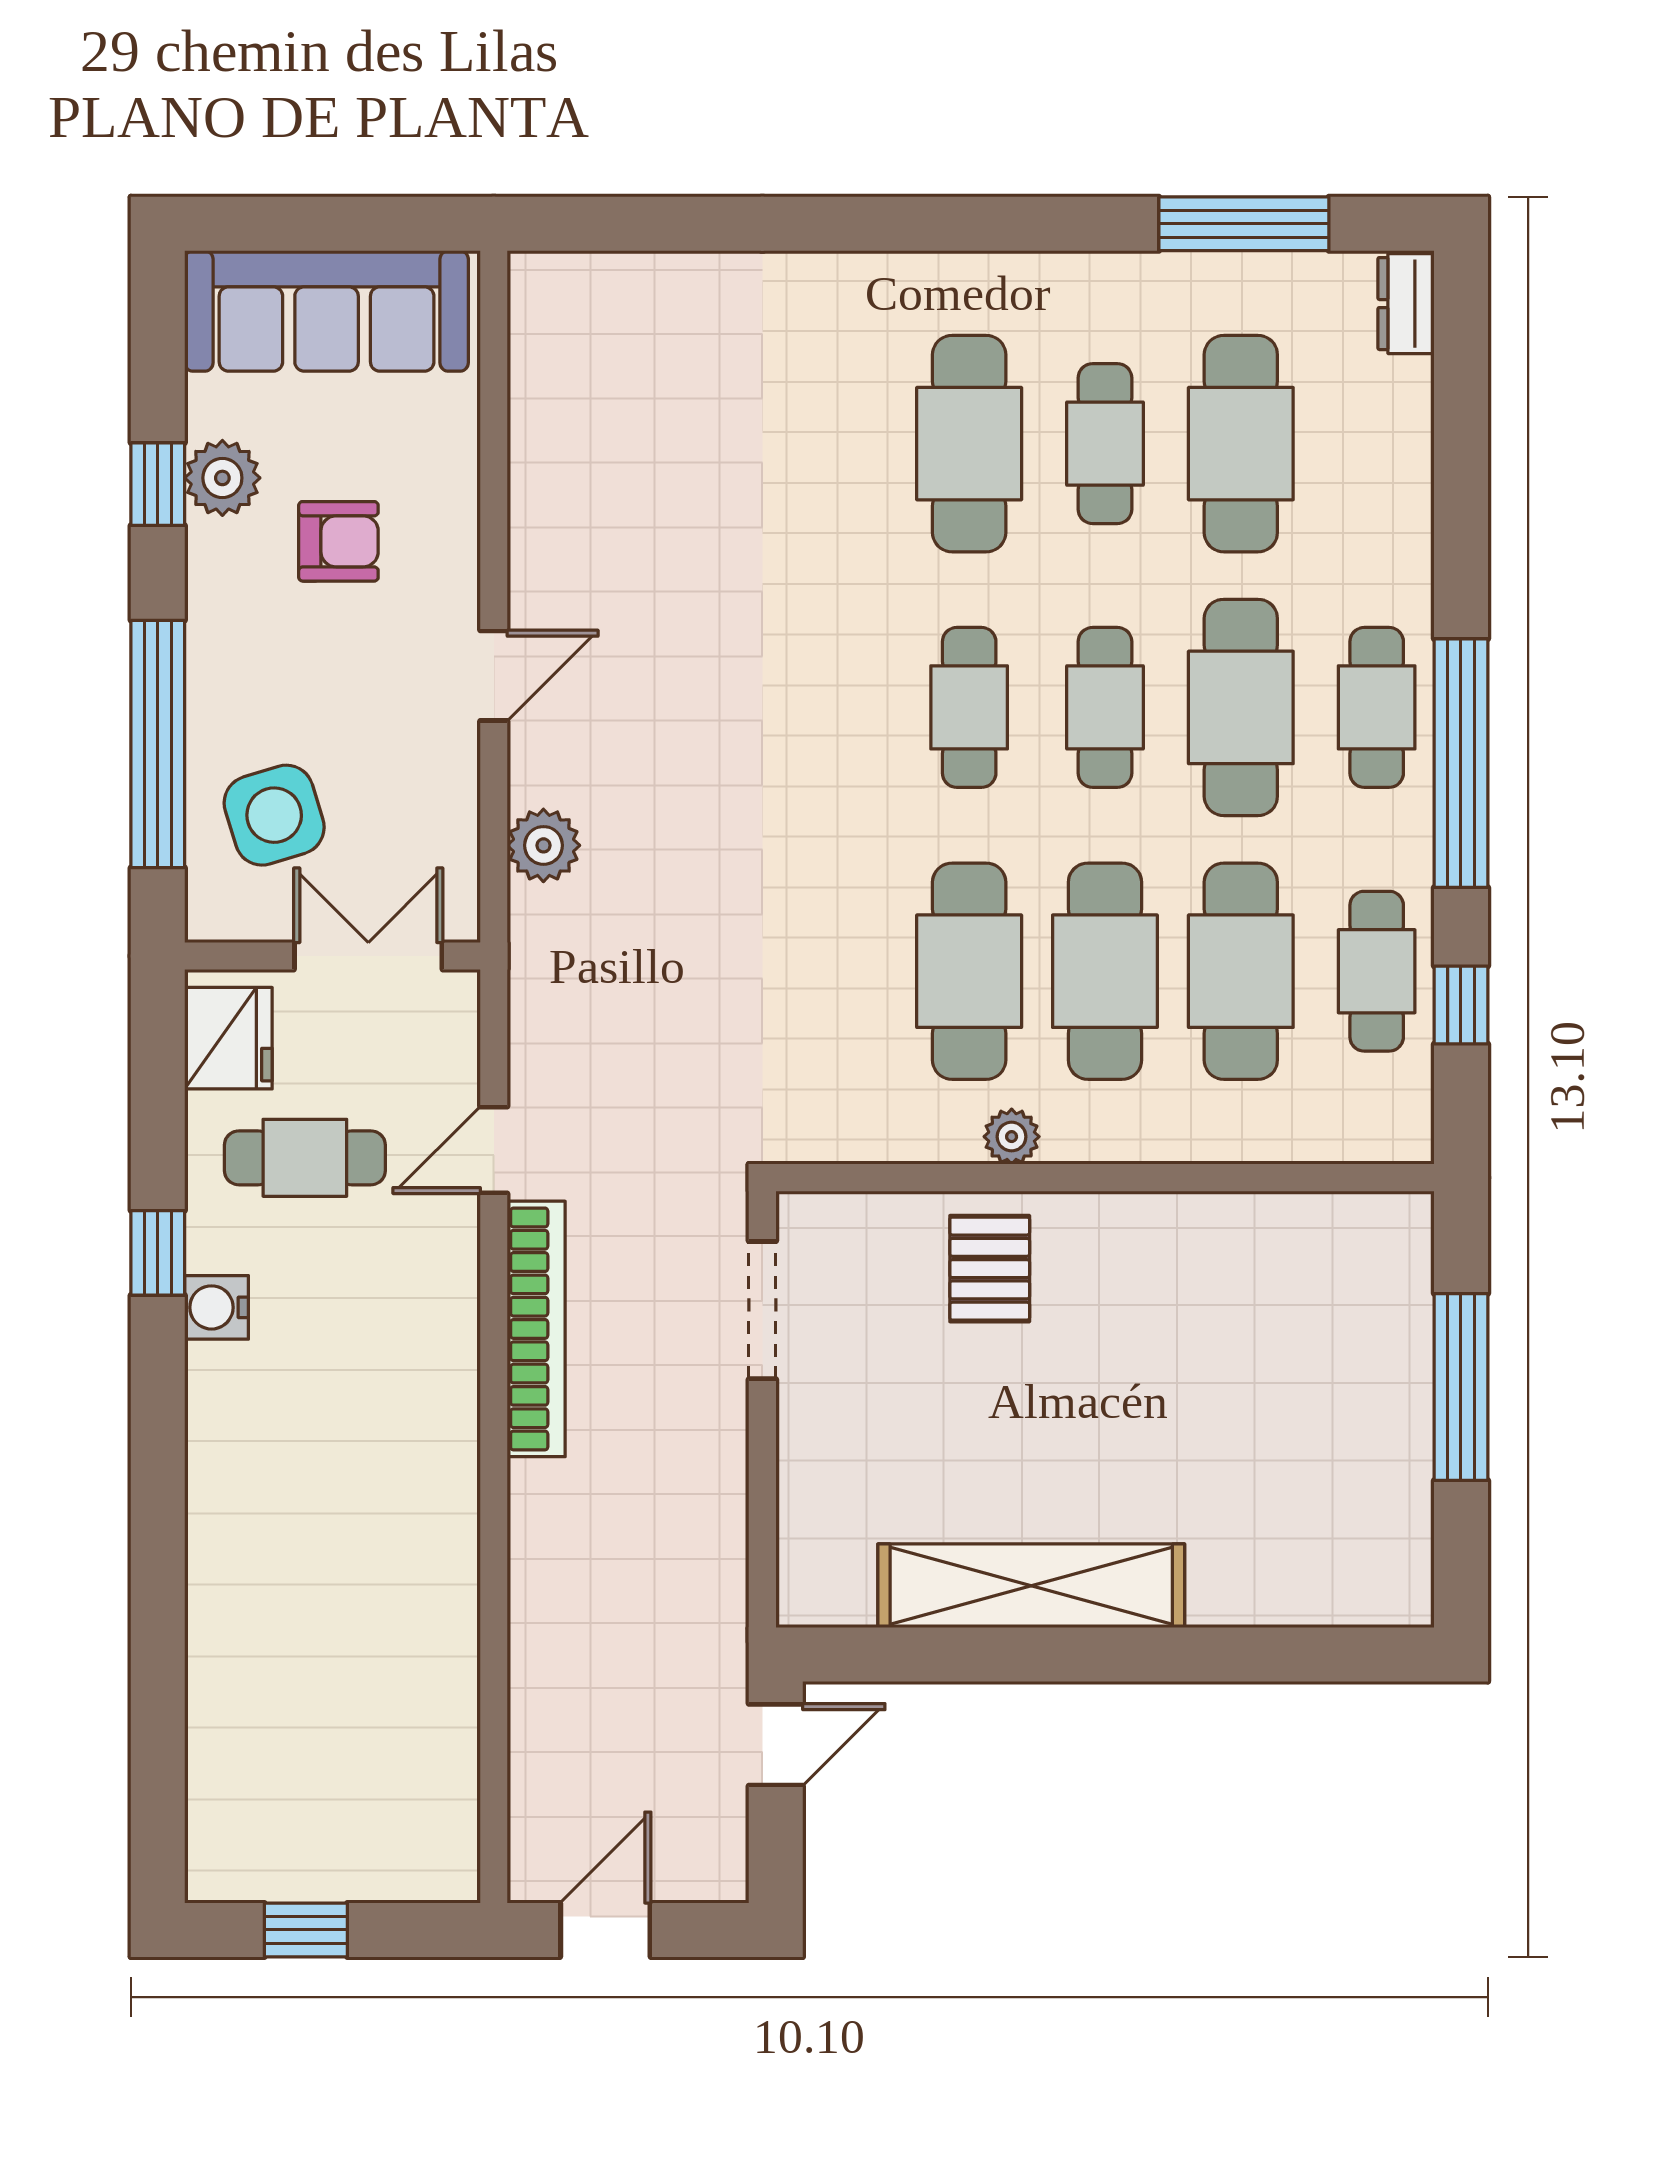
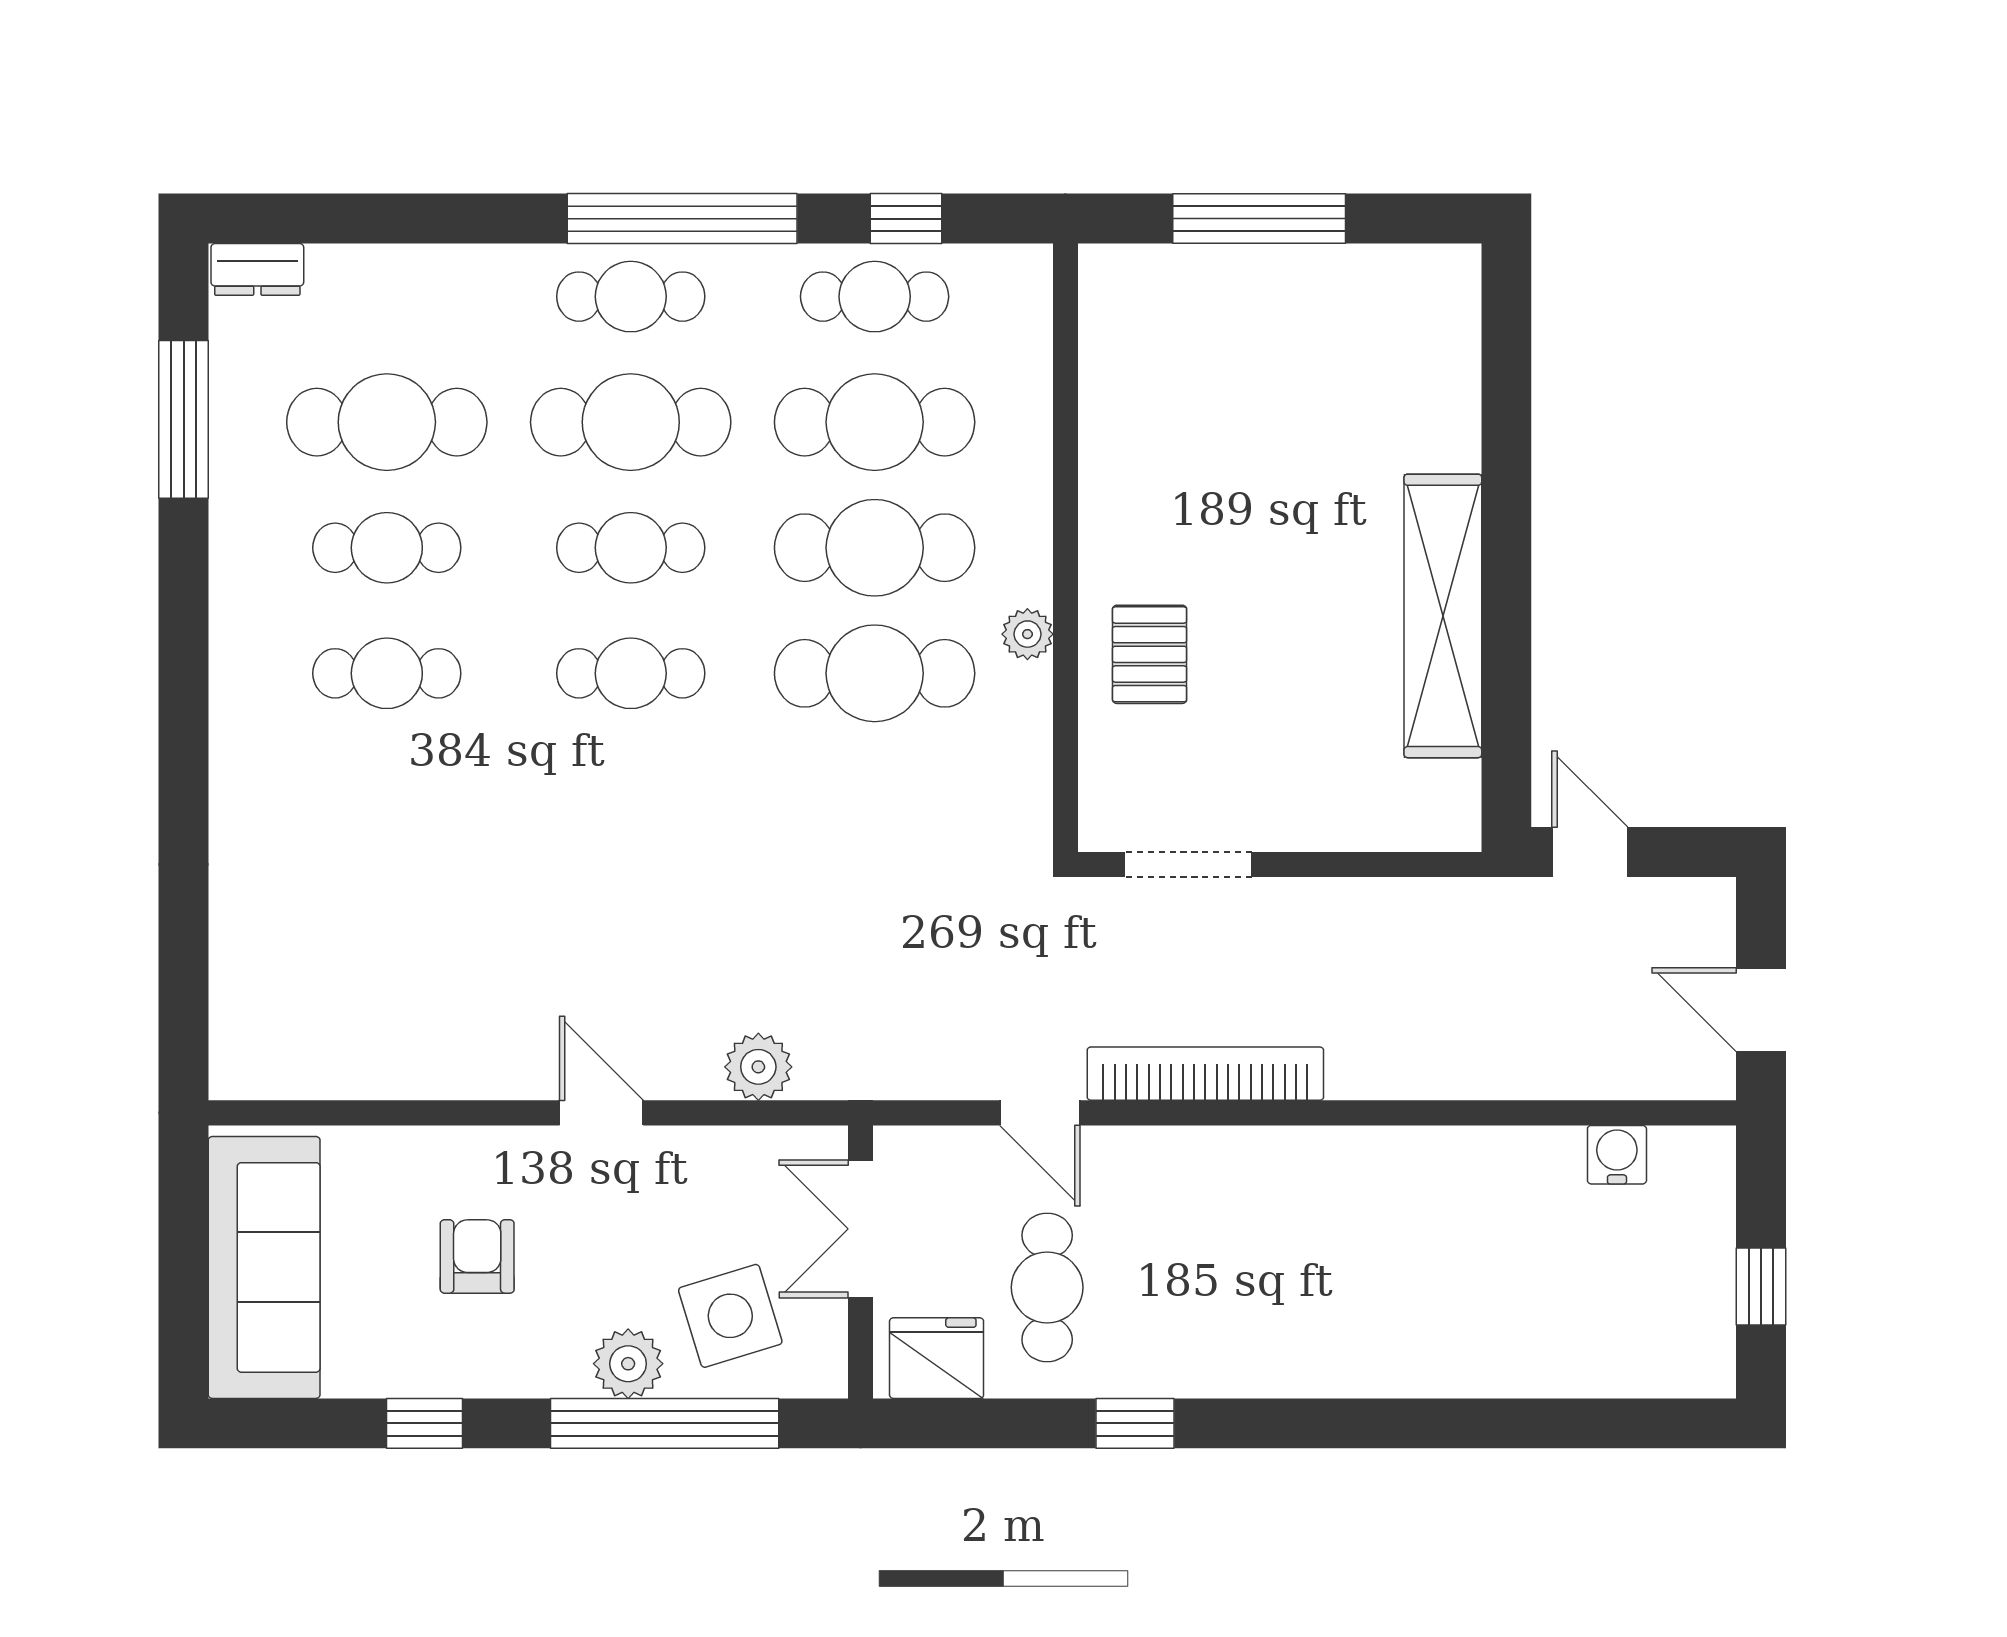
cafe table: (969, 444) -> (387, 673), width x0.73, depth x0.74
plant: (222, 478) -> (628, 1364), moved
pallet: (990, 1269) -> (1150, 654), turned 90
water cooler: (217, 1307) -> (1617, 1155), moved, turned 180

